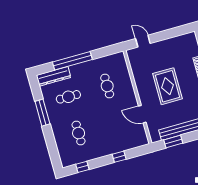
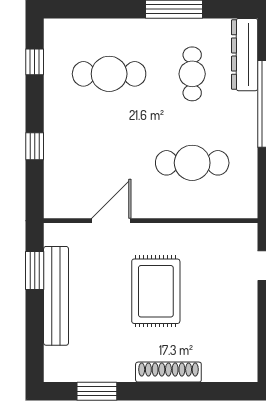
cafe table: (107, 86) -> (192, 163), width x1.37, depth x1.35
rug: (168, 86) -> (156, 291), turned 90
cafe table: (79, 133) -> (109, 74), width x1.37, depth x1.35

